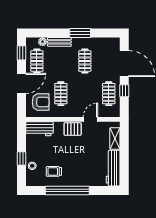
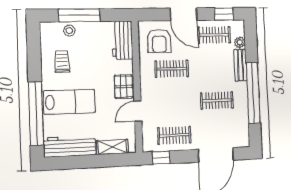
window: (80, 33) -> (253, 93), width x2.11
window: (124, 91) -> (161, 158), moved
door: (90, 119) -> (138, 111), swing flipped
window: (21, 158) -> (79, 15), width x2.17
lab bench: (82, 167) -> (69, 102), added
window: (67, 190) -> (36, 113), moved

